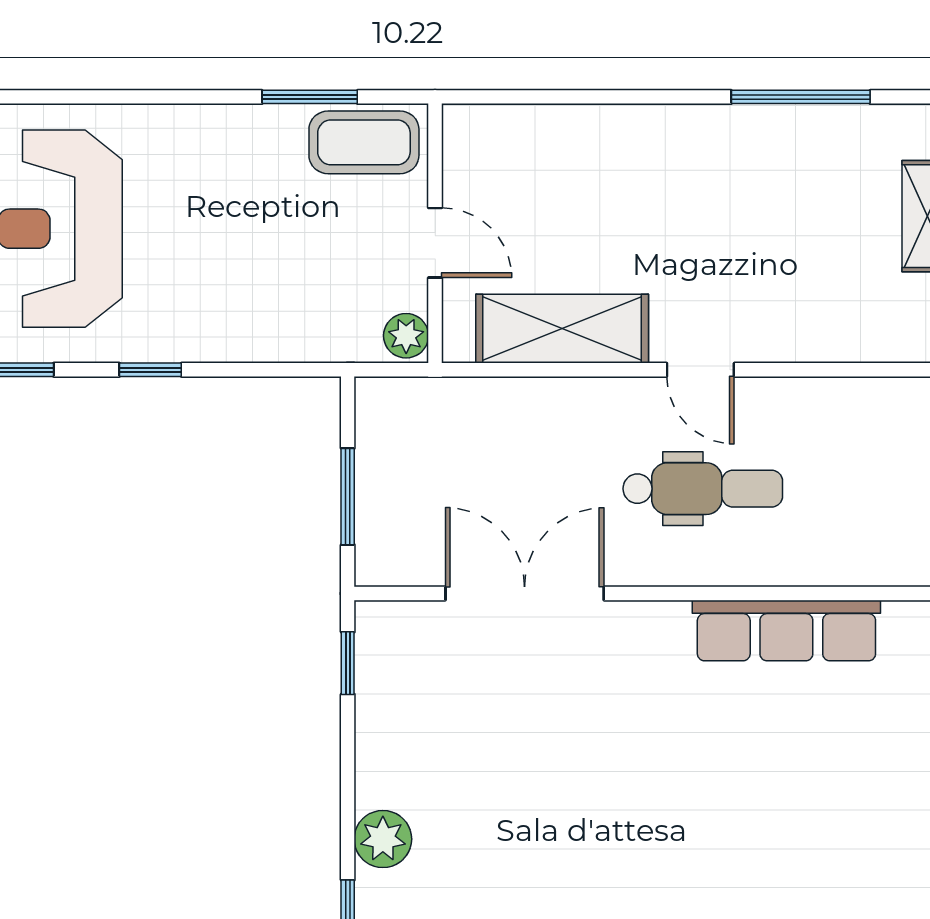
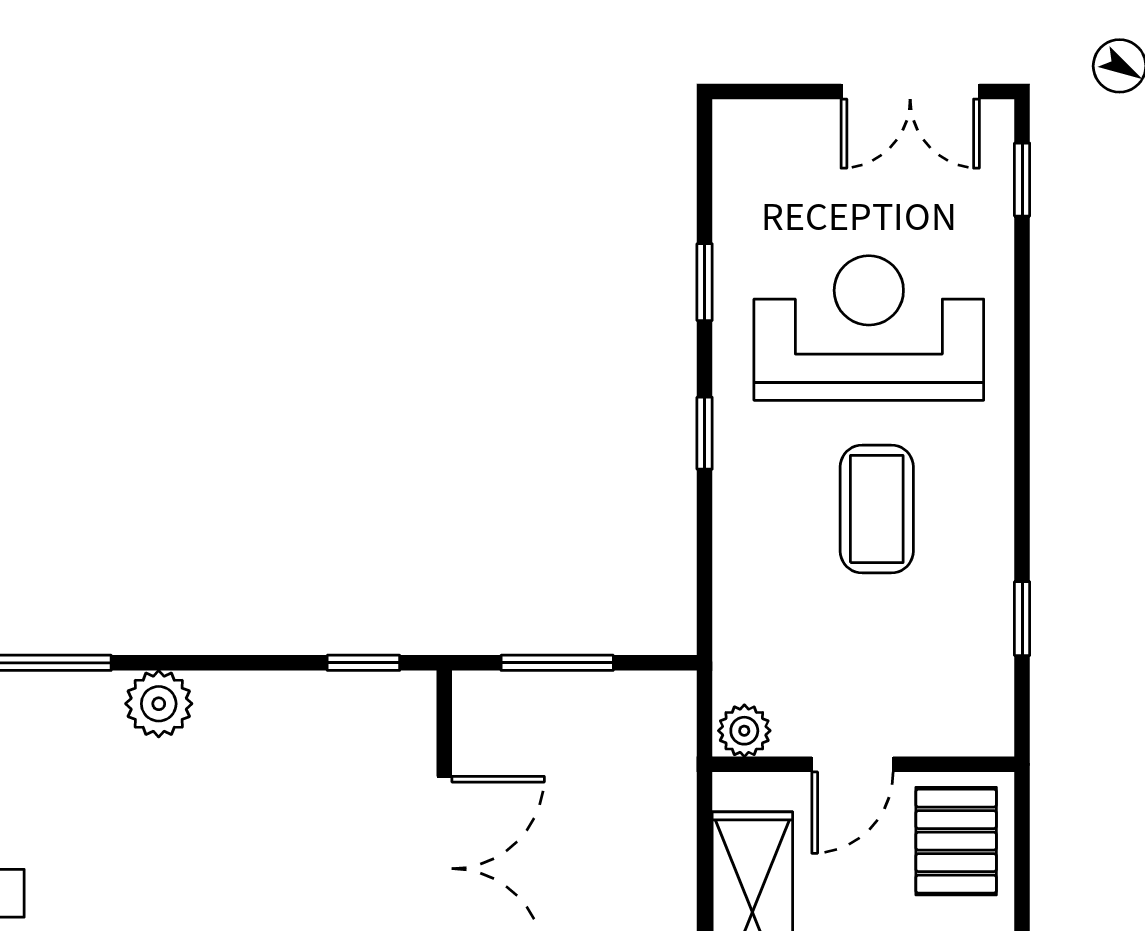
window: (310, 97) -> (1022, 619), width x0.67
coffee table: (364, 142) -> (877, 509), moved
pallet: (501, 154) -> (956, 841), added

